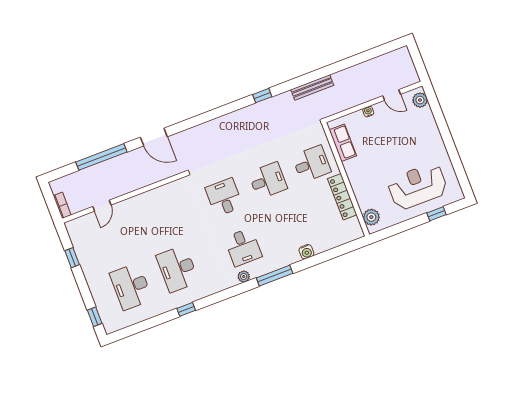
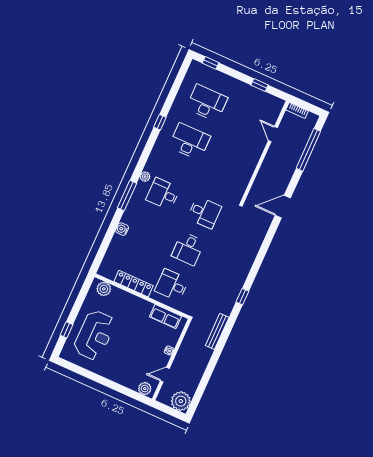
plant: (400, 60) -> (181, 401), added
window: (101, 157) -> (308, 150), moved
desk: (312, 164) -> (172, 285), turned 90

